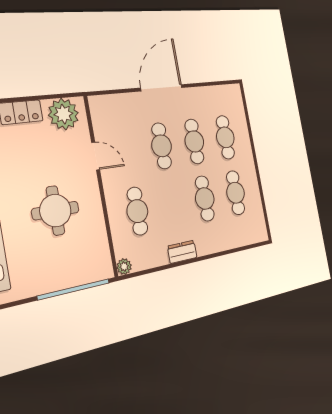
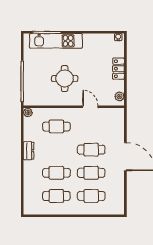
plant: (63, 114) -> (119, 96), width x0.53, depth x0.53
door: (96, 156) -> (90, 107), swing flipped

